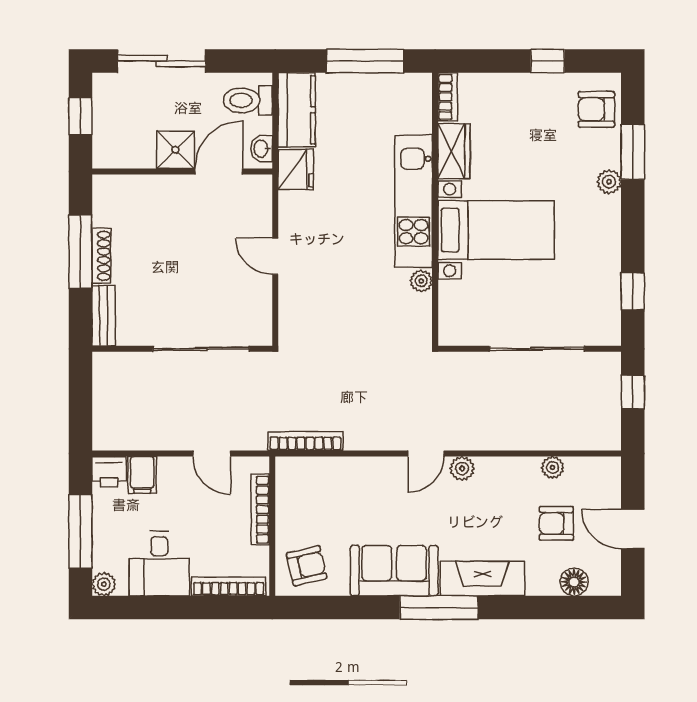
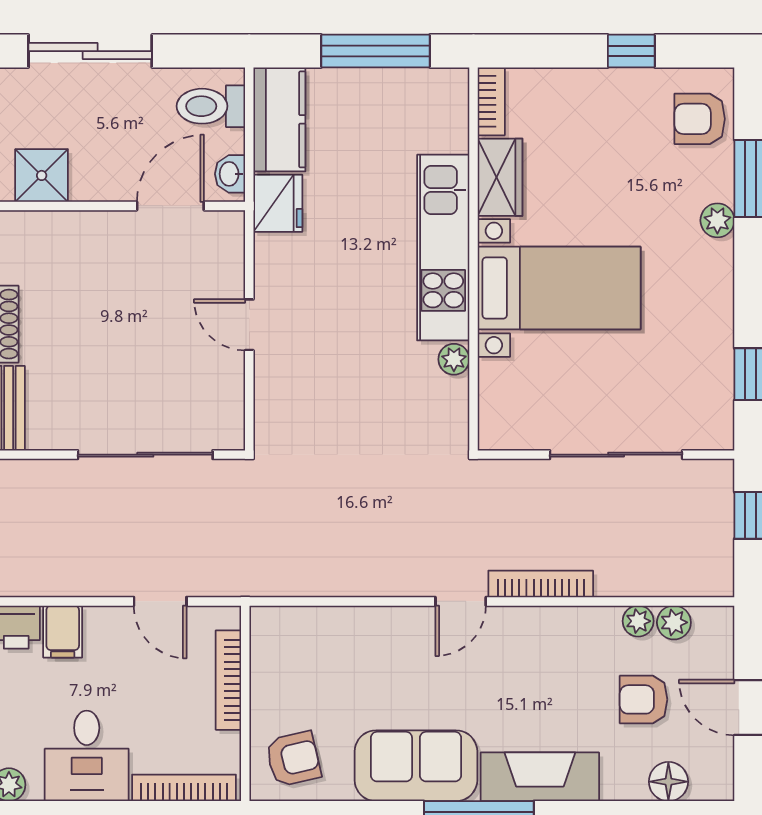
shower: (175, 150) -> (42, 175), moved
bookcase: (305, 441) -> (541, 584), moved
plant: (462, 469) -> (674, 622), moved

